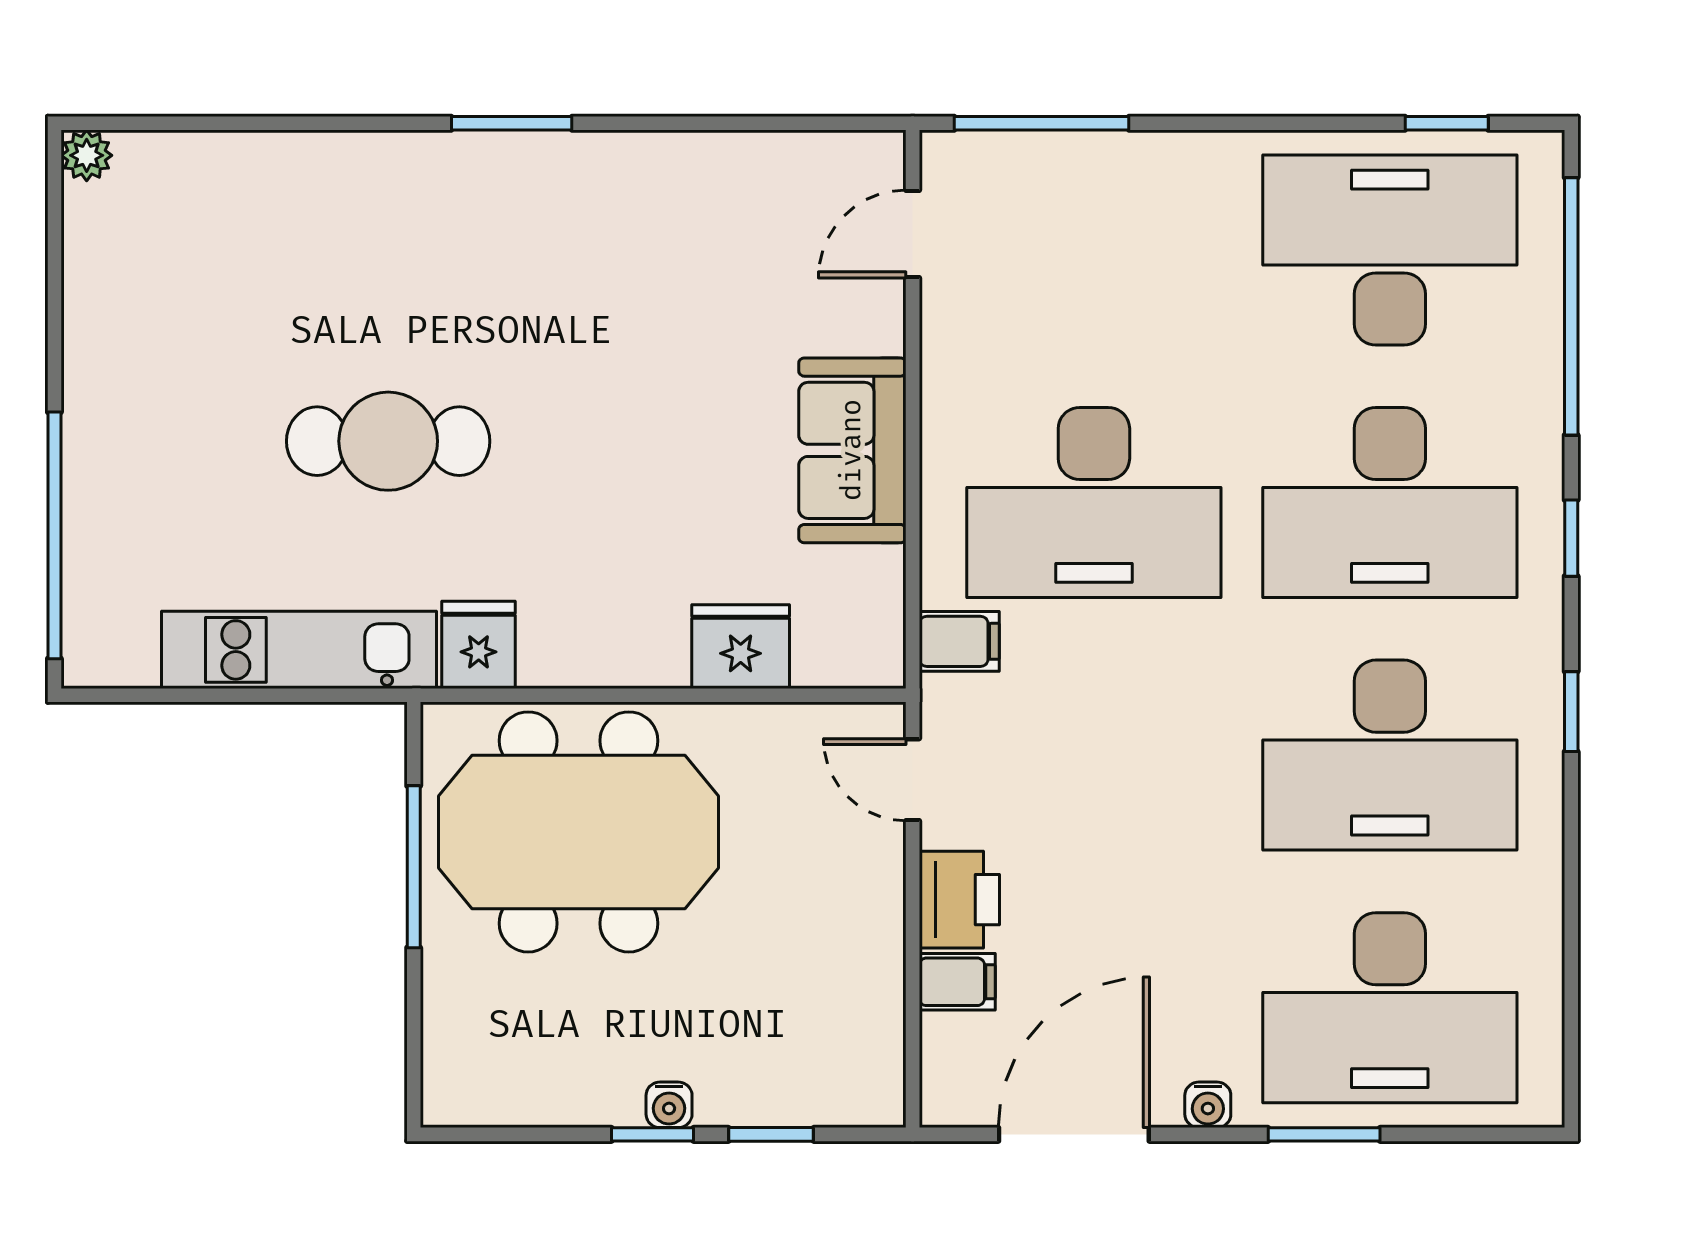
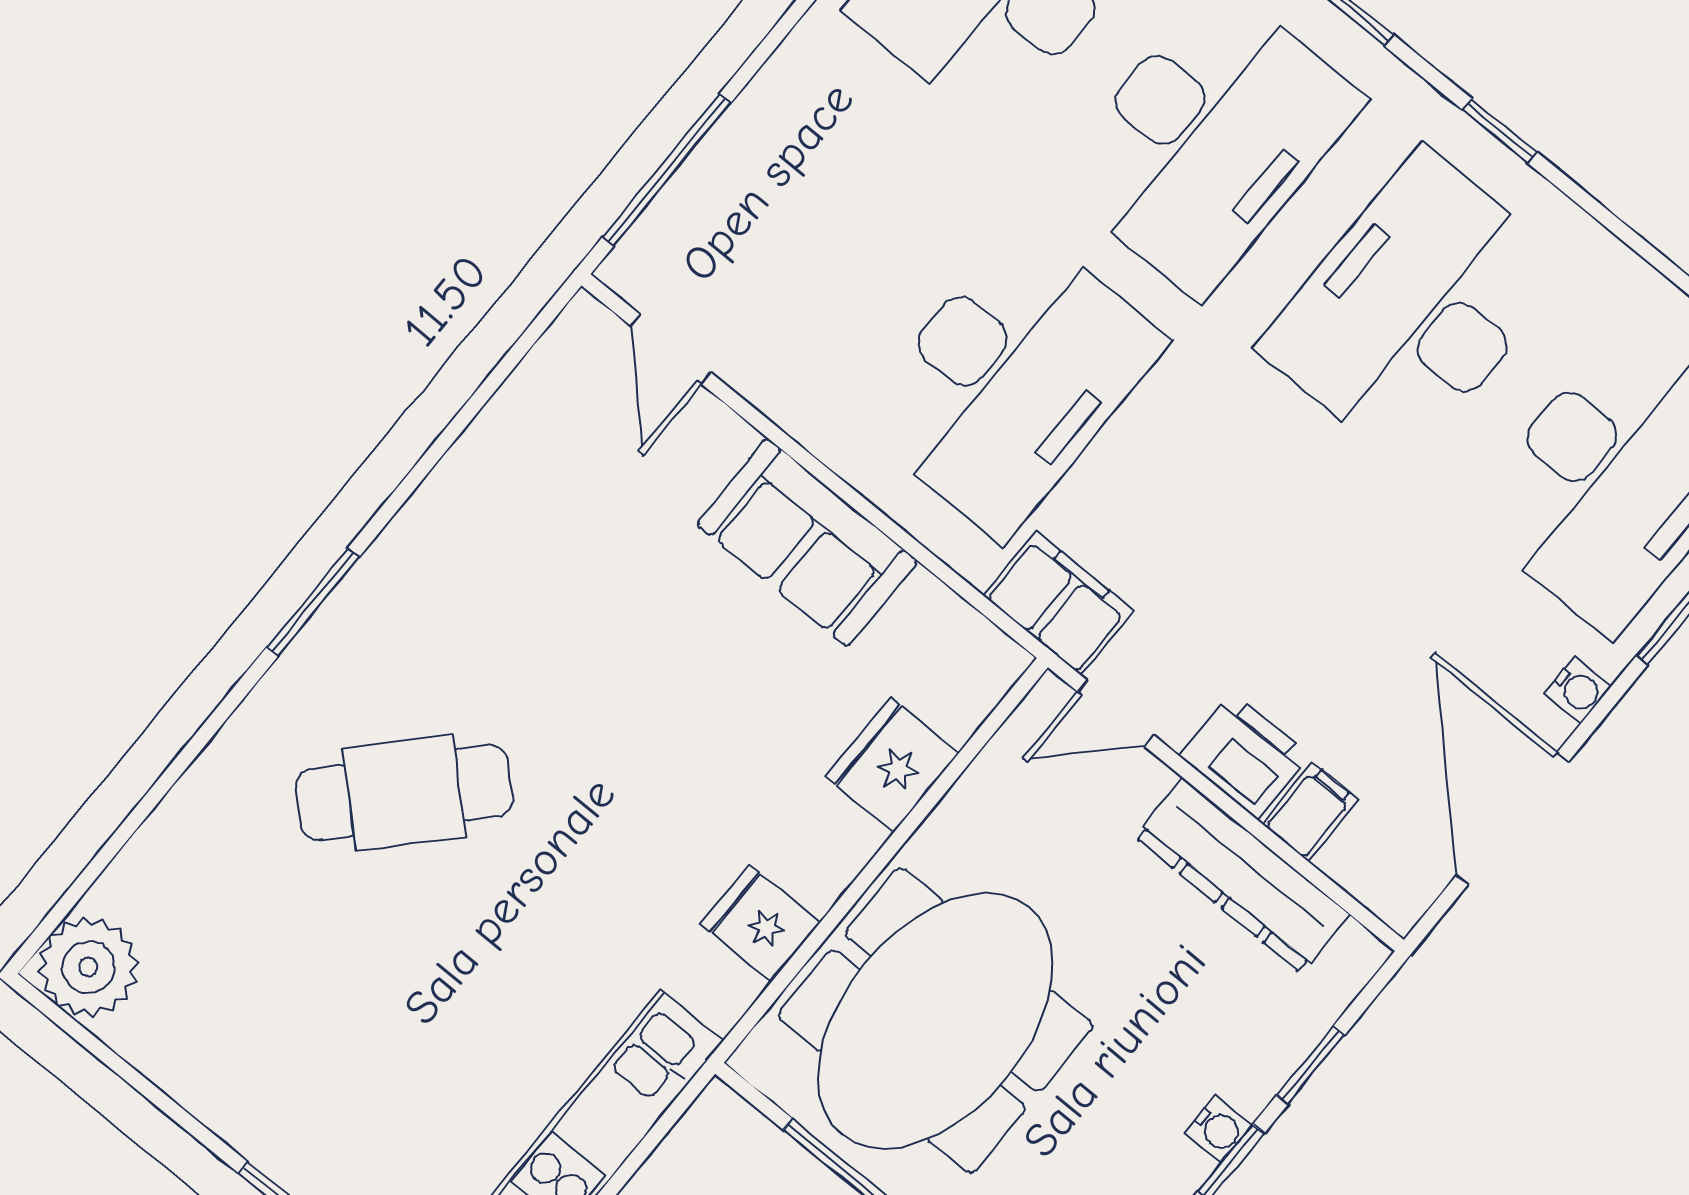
plant: (87, 155) -> (88, 967), width x1.88, depth x1.88
cafe table: (388, 441) -> (404, 793), moved, turned 43
filing cabinet: (959, 641) -> (1058, 603), width x2.00
fridge: (479, 645) -> (760, 923), moved
desk: (1390, 755) -> (1414, 308), turned 180
dresser: (869, 970) -> (1242, 876), added

